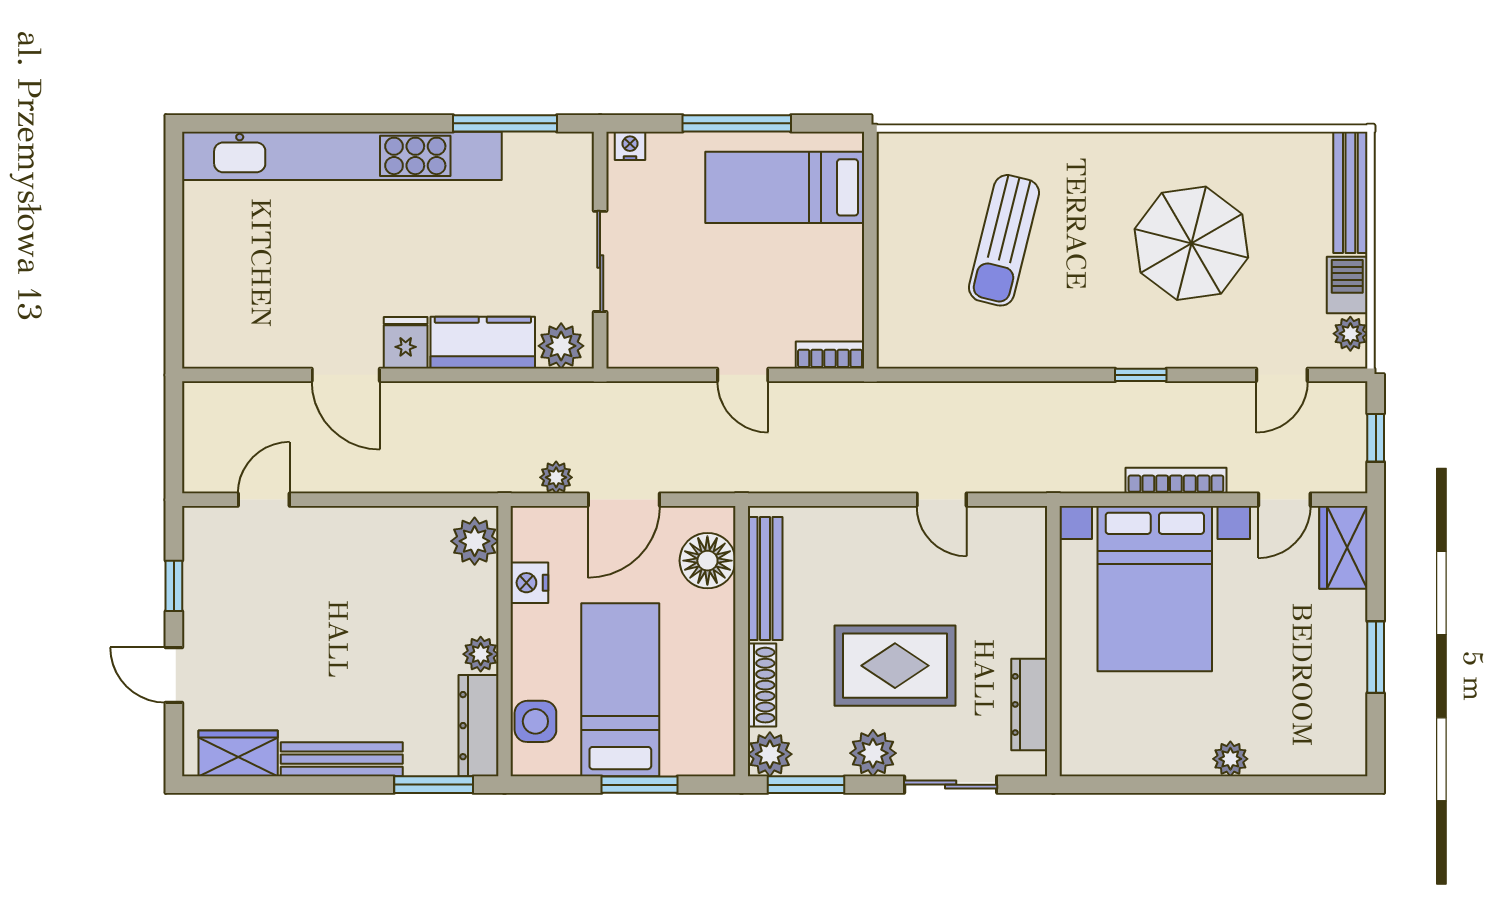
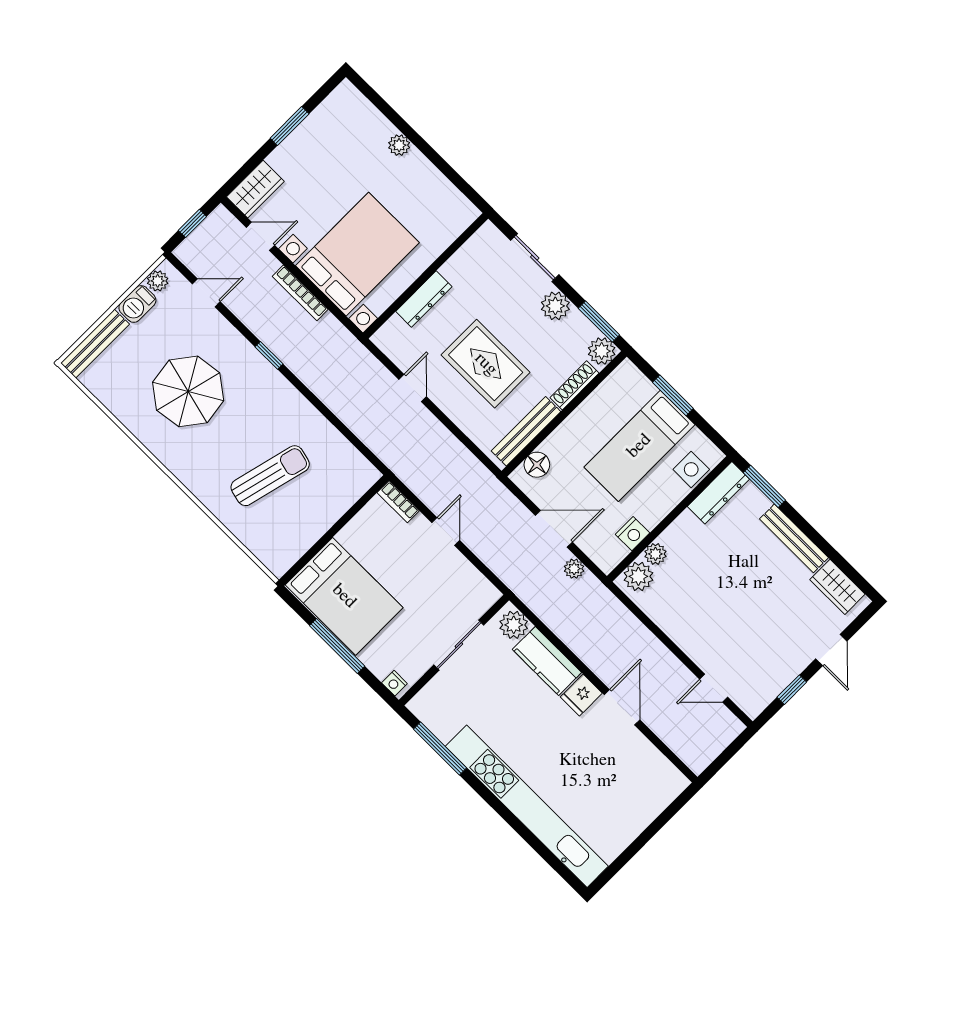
bed: (785, 187) -> (344, 596), width x1.50
floor lamp: (707, 561) -> (537, 465), width x0.73, depth x0.73
plant: (481, 654) -> (655, 554), moved
rug: (895, 666) -> (486, 364), moved
dresser: (1029, 704) -> (424, 299), moved

